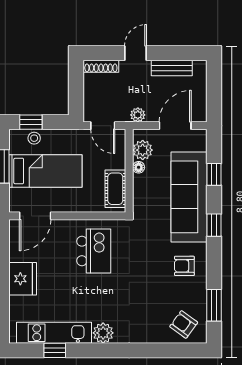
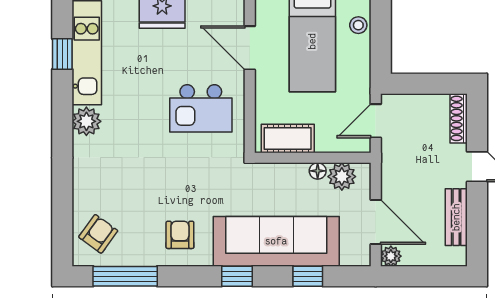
plant: (138, 115) -> (391, 256), moved
window: (31, 122) -> (381, 21), removed
door: (35, 216) -> (250, 48), moved
window: (214, 305) -> (125, 276), width x1.44

